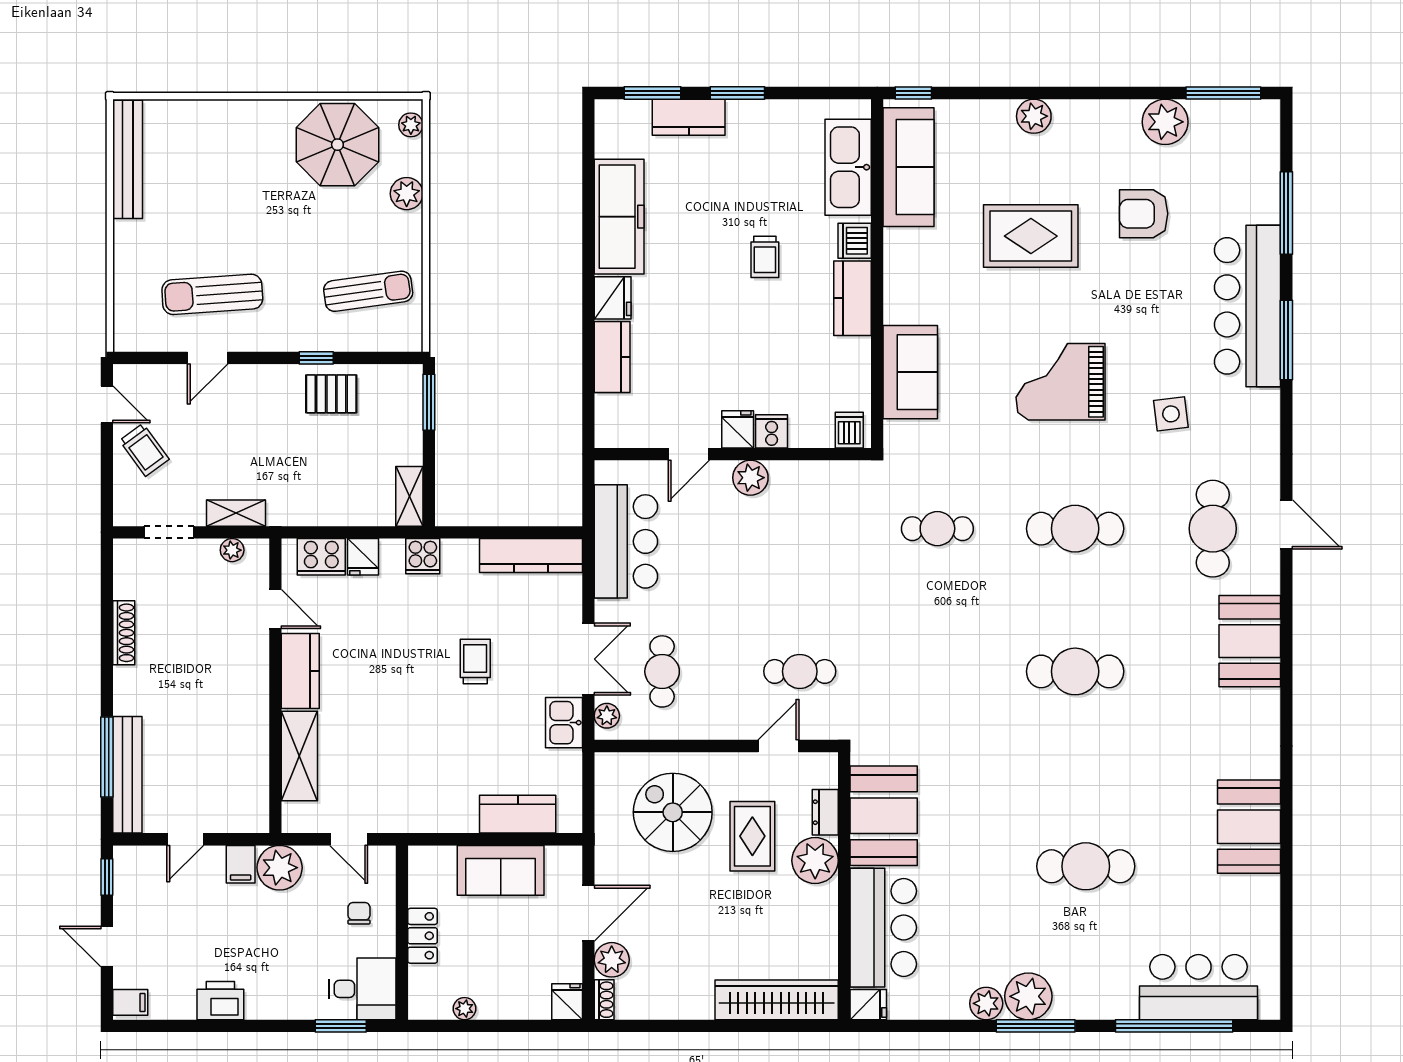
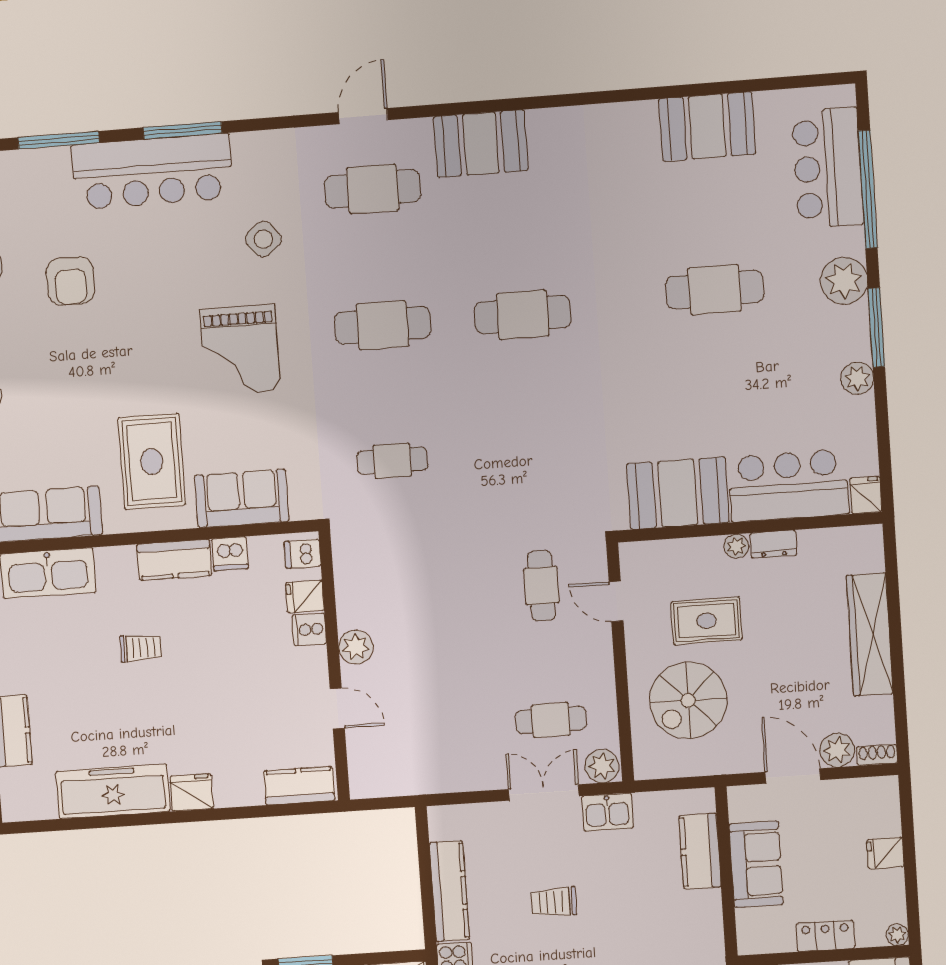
rug: (1031, 236) -> (152, 461), moved
dishwasher: (855, 241) -> (230, 554), moved
kitchen counter: (612, 357) -> (299, 786), moved
side table: (1171, 414) -> (263, 239), turned -32
fridge: (738, 429) -> (305, 597), moved
cafe table: (937, 529) -> (392, 461), turned 90
cafe table: (1075, 529) -> (382, 325), turned 90
bar counter: (626, 541) -> (427, 764), removed
kitchen counter: (531, 555) -> (449, 891), moved
cafe table: (1075, 671) -> (523, 315), turned 90
plant: (607, 716) -> (602, 766), width x1.38, depth x1.38
dresser: (825, 812) -> (773, 544), moved
booth: (1249, 827) -> (707, 127), moved
plant: (815, 861) -> (736, 546), width x0.53, depth x0.53
cafe table: (1086, 866) -> (715, 290), turned 90
plant: (1028, 996) -> (844, 281), moved
wardrobe: (777, 1000) -> (870, 634), moved
fridge: (567, 1002) -> (885, 853), moved
plant: (464, 1009) -> (897, 935), moved

